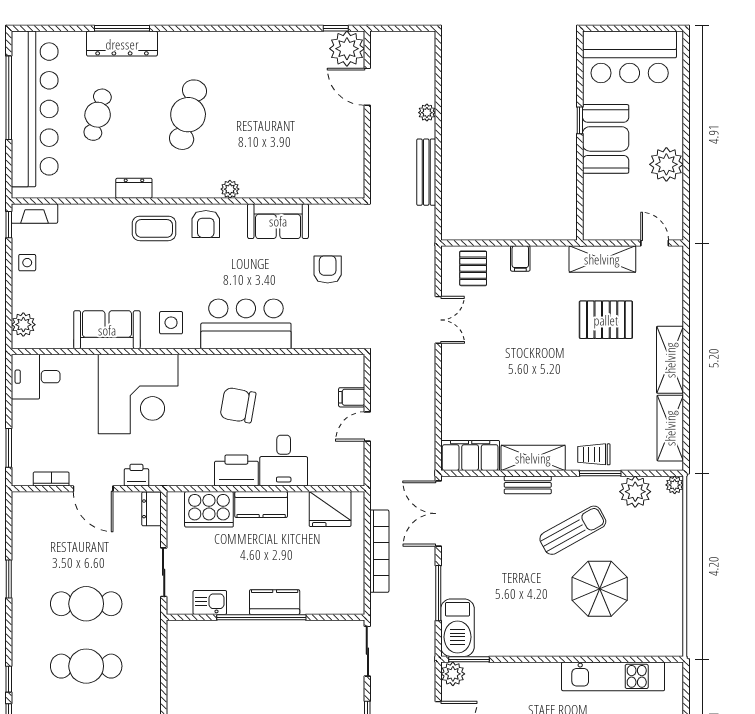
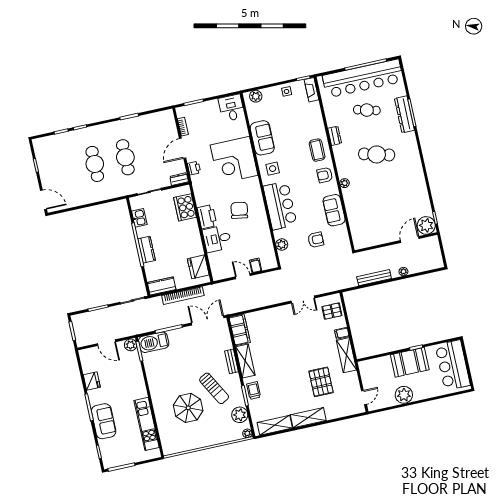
shelving: (602, 259) -> (346, 355), moved
plant: (322, 337) -> (282, 245), added
kitchen counter: (261, 505) -> (162, 286), moved, turned 90

